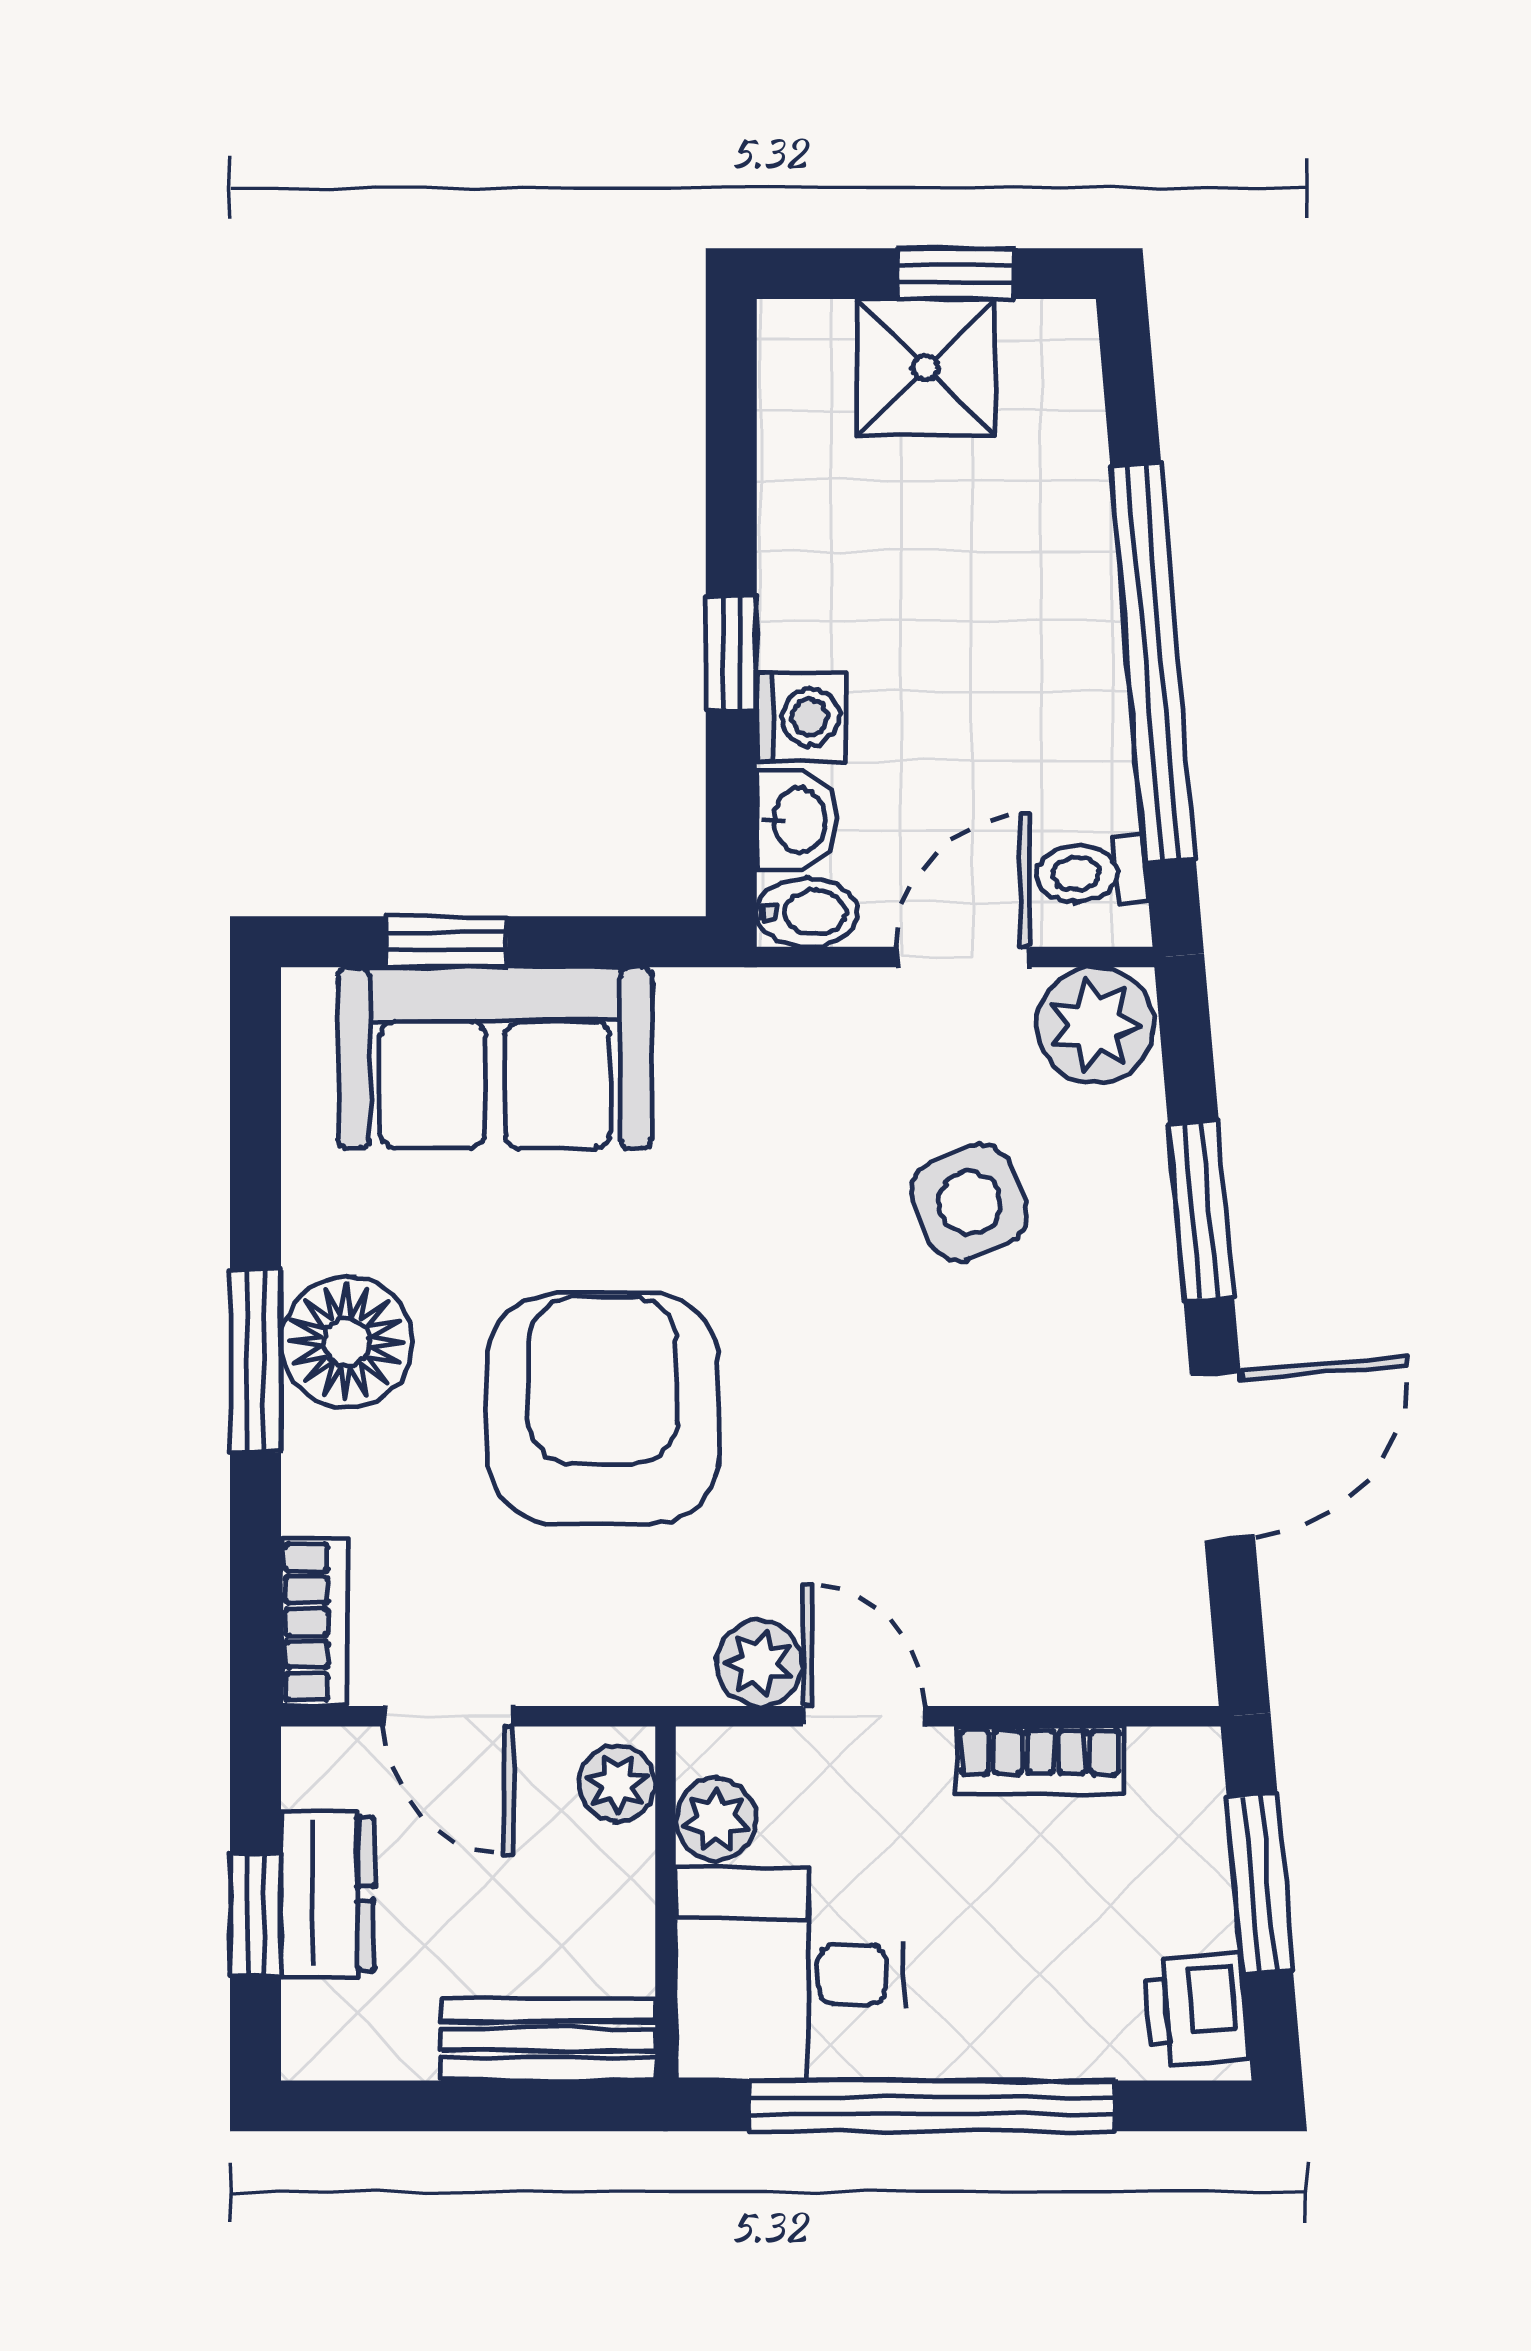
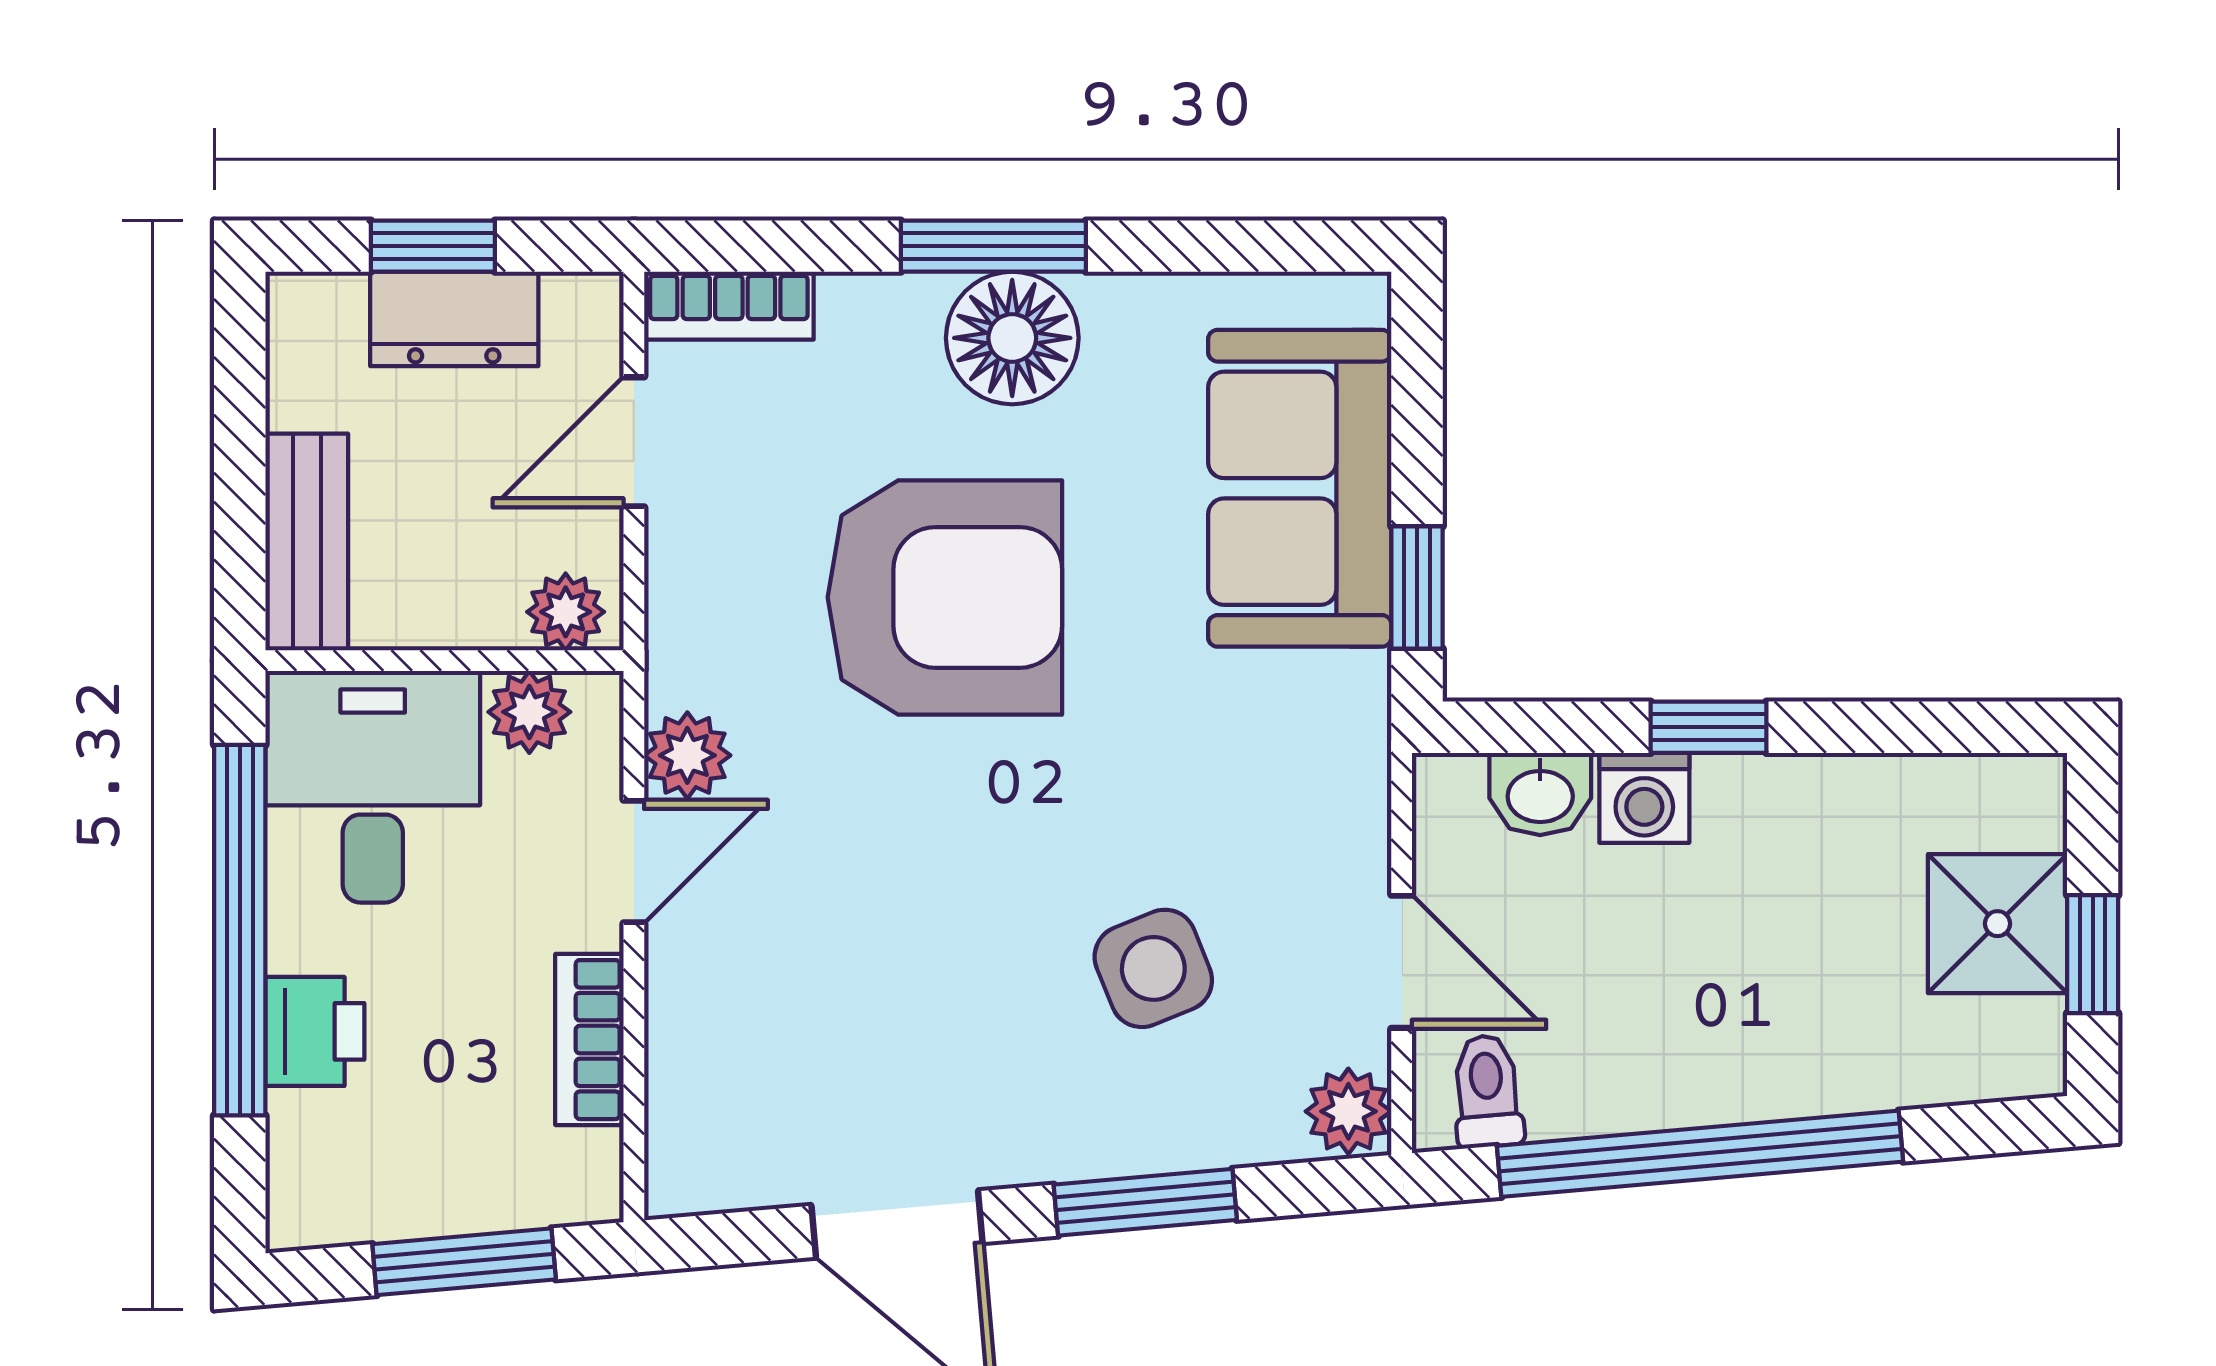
bidet: (807, 913) -> (1446, 804), removed
window: (447, 942) -> (1417, 587), moved
plant: (1095, 1025) -> (1348, 1111), width x0.73, depth x0.73
printer: (1196, 2010) -> (315, 1031), moved, turned 95

